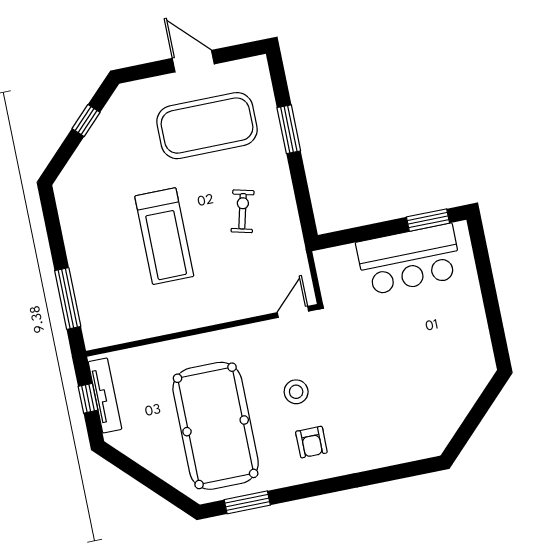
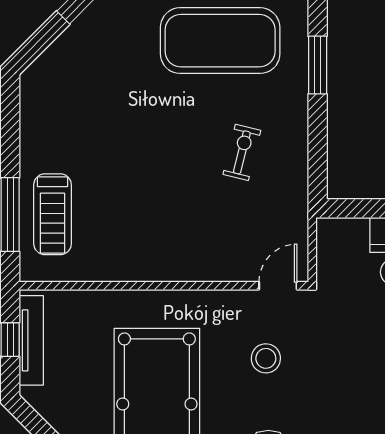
treadmill: (164, 236) -> (53, 214), moved, width x0.73, depth x0.73
stool: (296, 392) -> (266, 358), moved

